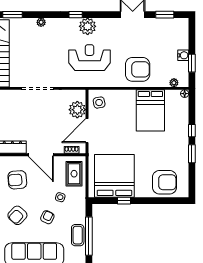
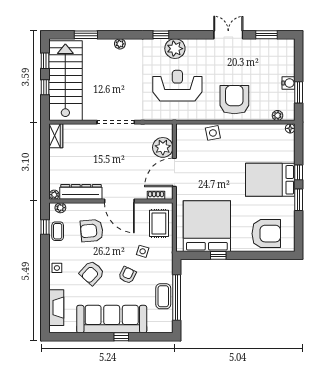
armchair: (138, 69) -> (234, 100), turned -90
side table: (99, 103) -> (213, 133), moved
bed: (150, 110) -> (270, 180), moved, turned 90

